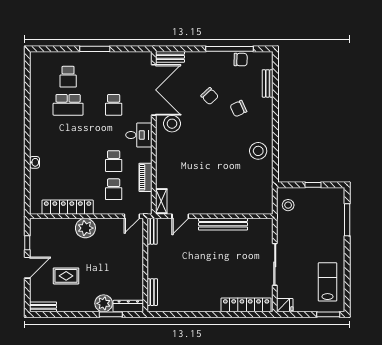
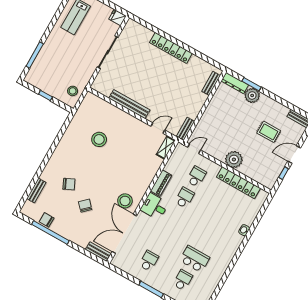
school desk: (114, 105) -> (149, 261), moved
stool: (258, 151) -> (99, 139), moved
piano: (146, 177) -> (161, 183), moved
locker: (246, 305) -> (171, 48), moved

